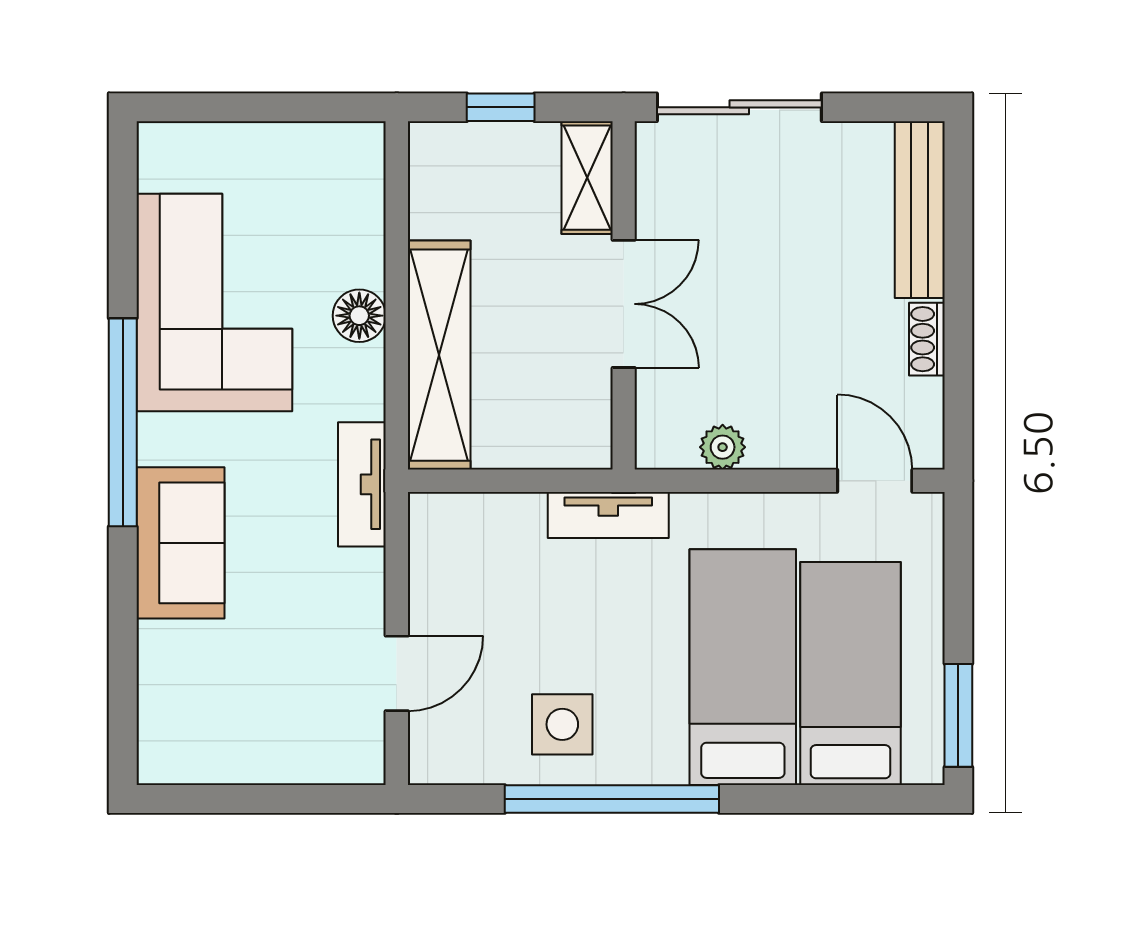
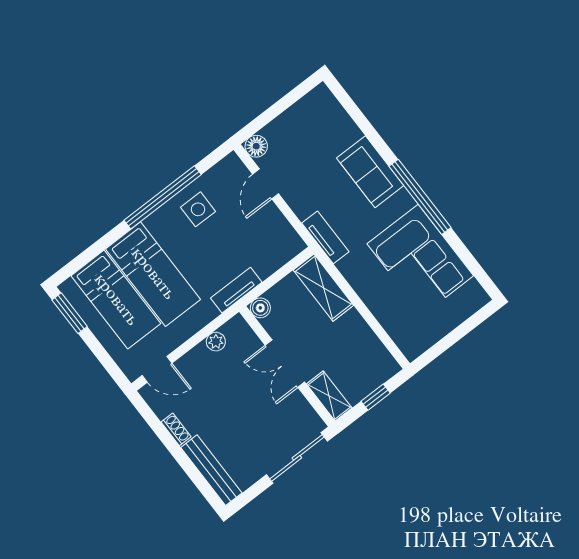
floor lamp: (359, 316) -> (256, 146), moved
shelving: (439, 355) -> (323, 288), width x0.68
boiler: (589, 446) -> (260, 308), added

